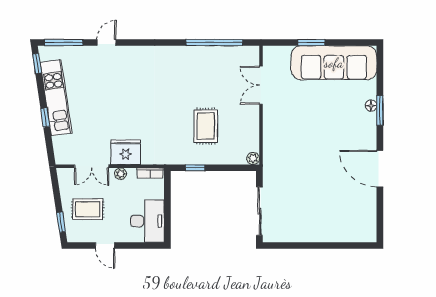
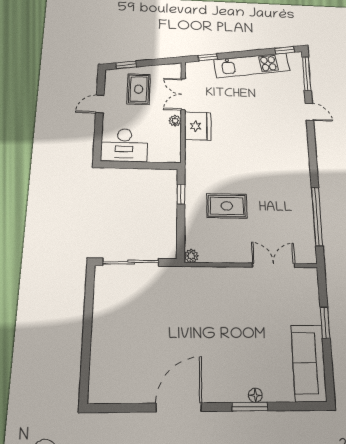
sofa: (334, 63) -> (309, 363), width x0.74, depth x0.79
window: (45, 118) -> (208, 57), moved
bookcase: (150, 173) -> (176, 149), removed

